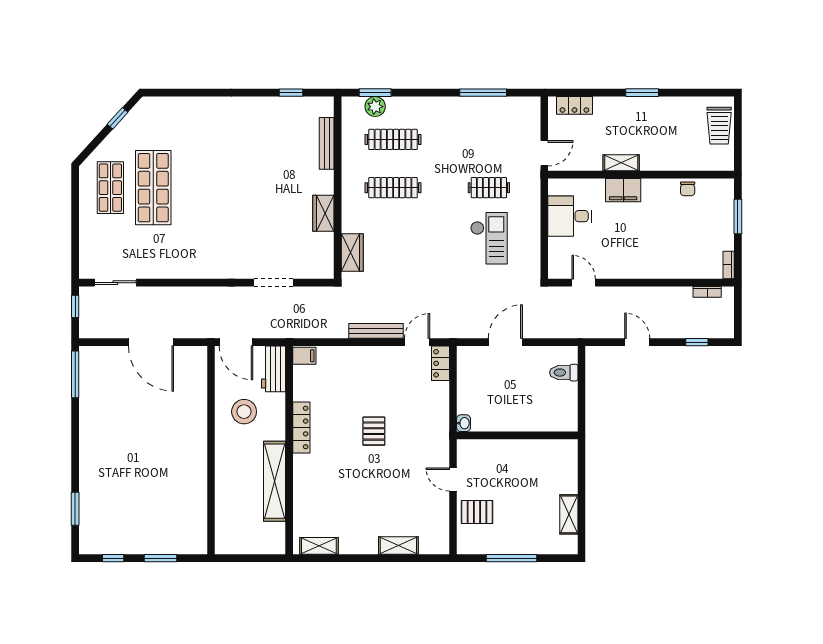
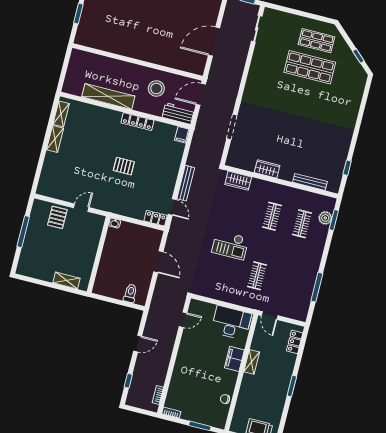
clothes rail: (393, 139) -> (302, 224), width x0.73
clothes rail: (393, 188) -> (272, 216), width x0.73
desk: (570, 216) -> (231, 323), width x1.37
checkout: (489, 238) -> (230, 245), moved
shelving: (569, 514) -> (67, 281), moved
shelving: (398, 546) -> (55, 139), moved

